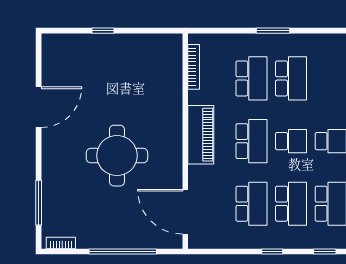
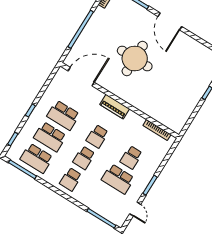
door: (317, 31) -> (135, 209), added
school desk: (251, 78) -> (131, 157), width x0.54
door: (39, 107) -> (170, 21), moved
piano: (201, 135) -> (115, 107), width x0.73, depth x0.75
school desk: (251, 141) -> (97, 136), width x0.54

